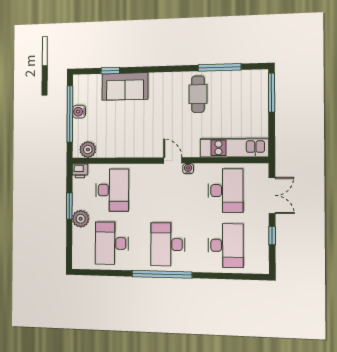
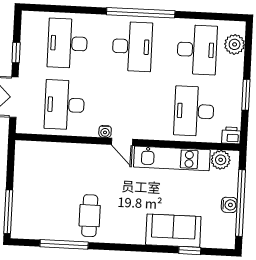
kitchen unit: (234, 148) -> (172, 158), moved
plant: (81, 219) -> (235, 44), moved

